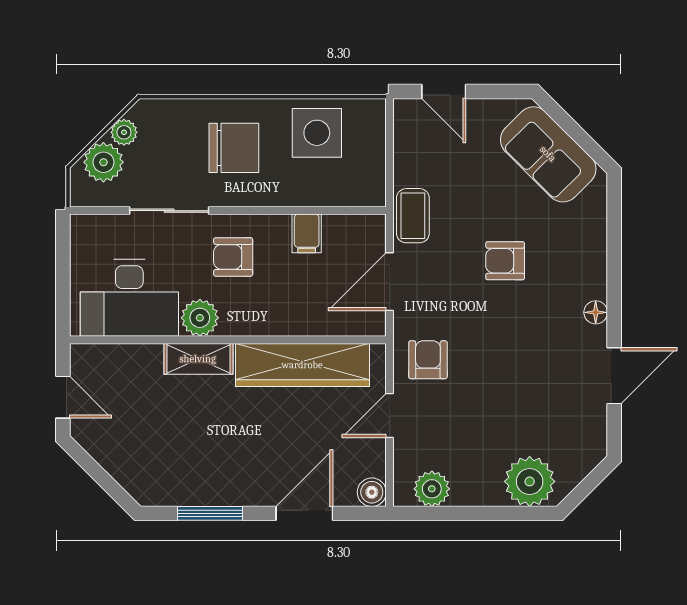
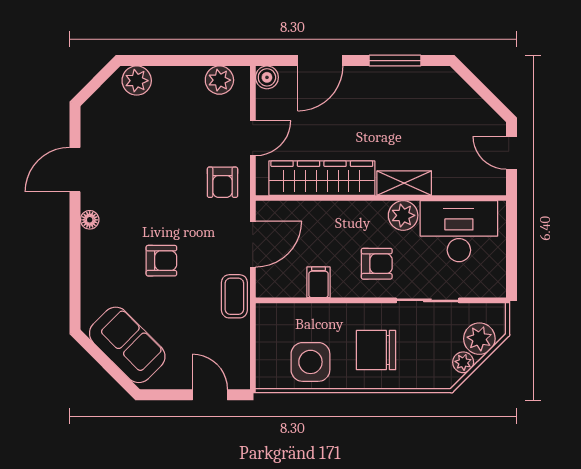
plant: (530, 481) -> (137, 81), width x0.73, depth x0.73

